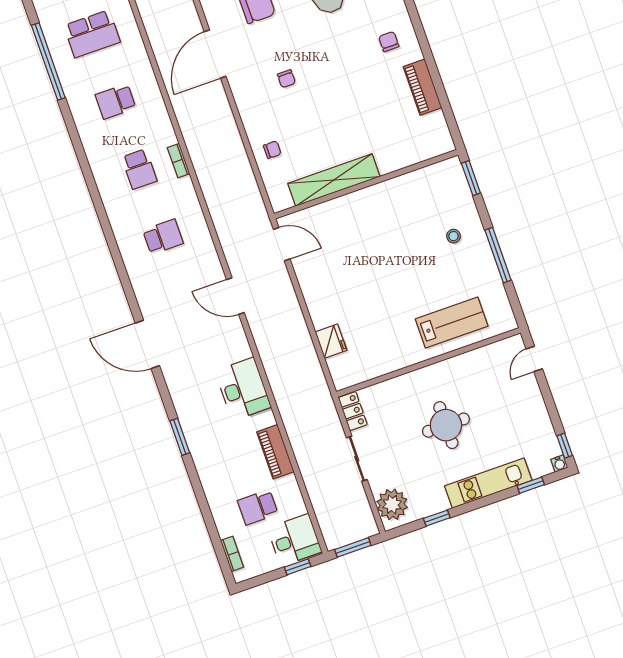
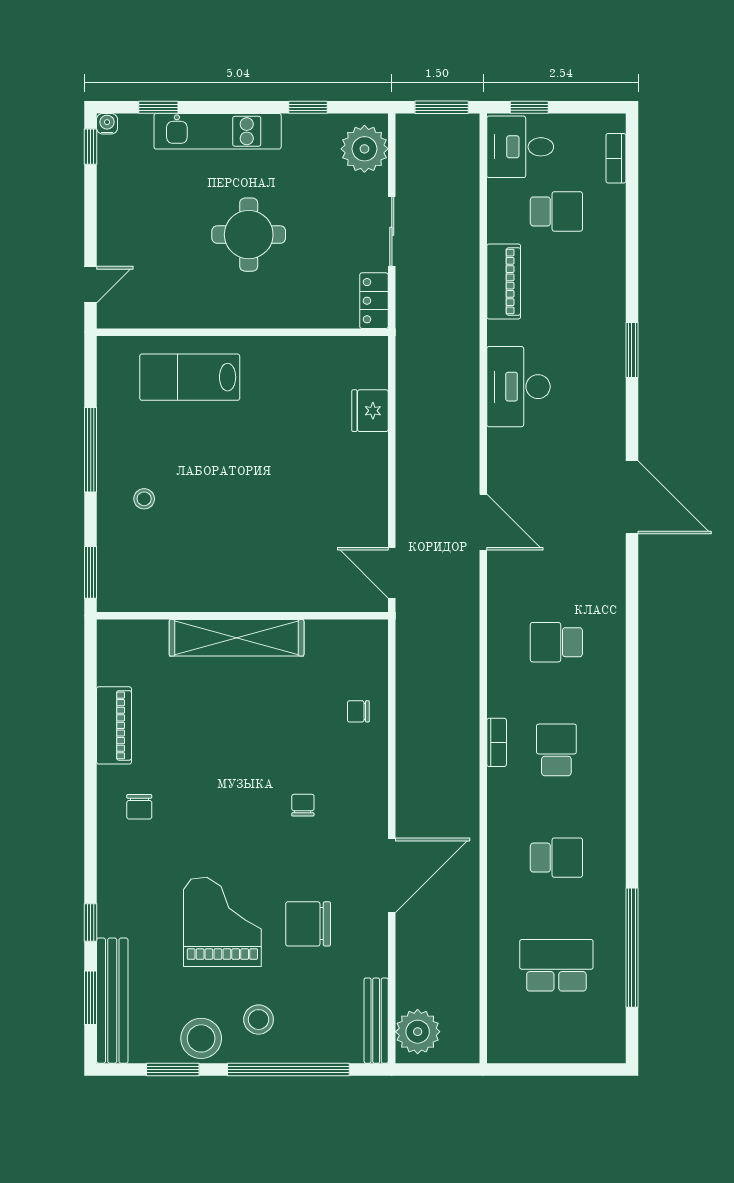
shelving: (334, 180) -> (237, 638), moved

